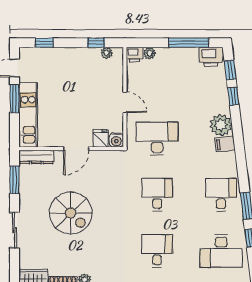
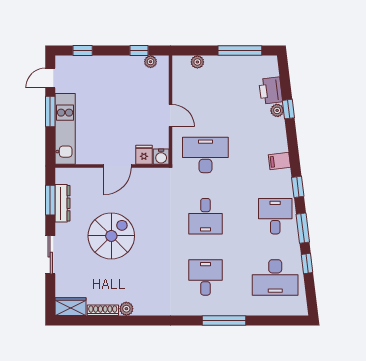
printer: (134, 55) -> (181, 63), removed
printer: (211, 57) -> (271, 91), moved, turned 83
window: (230, 70) -> (298, 187), moved
plant: (221, 125) -> (277, 110), moved, width x0.53, depth x0.53
dresser: (36, 157) -> (62, 203), moved, turned -90
desk: (157, 195) -> (205, 216), turned 180
spiral stairs: (71, 213) -> (111, 236), turned -90

